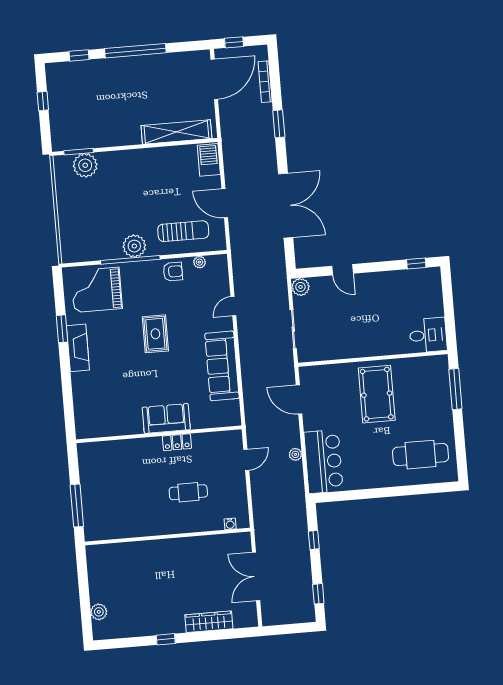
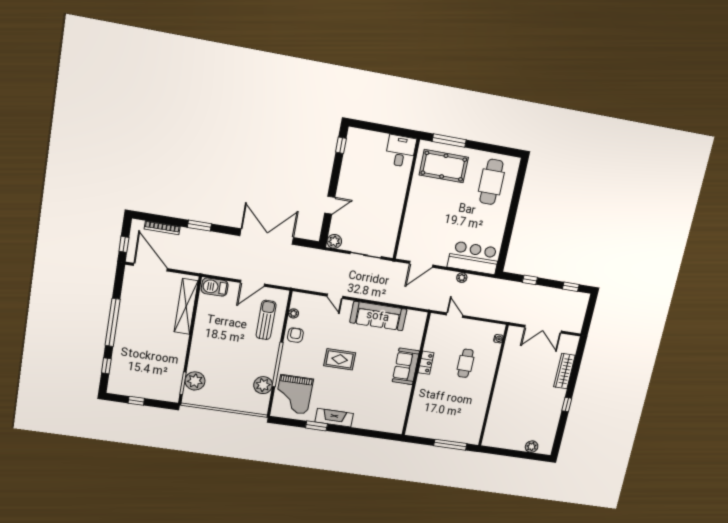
plant: (134, 246) -> (263, 385), moved
pool table: (377, 394) -> (444, 166), moved

